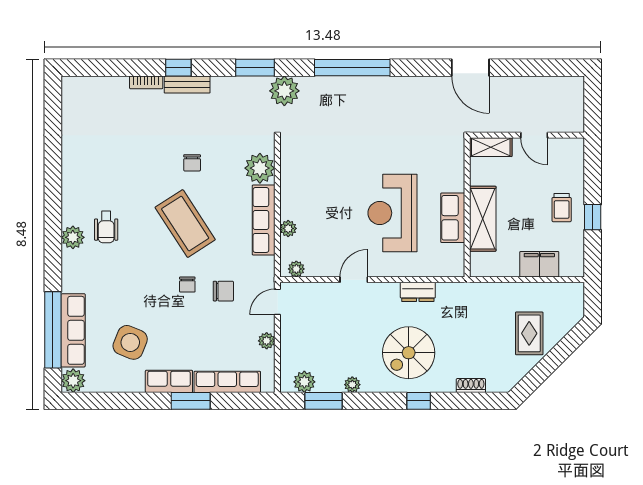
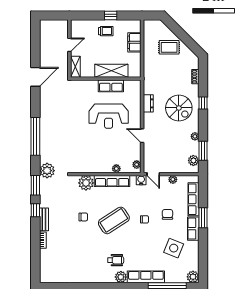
window: (178, 68) -> (35, 210), moved
water cooler: (265, 278) -> (141, 180), added
chair: (223, 291) -> (167, 214), moved
row of seats: (73, 330) -> (146, 277), moved

